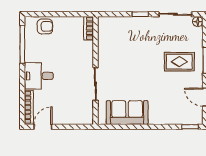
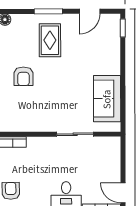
armchair: (147, 38) -> (23, 76), added

